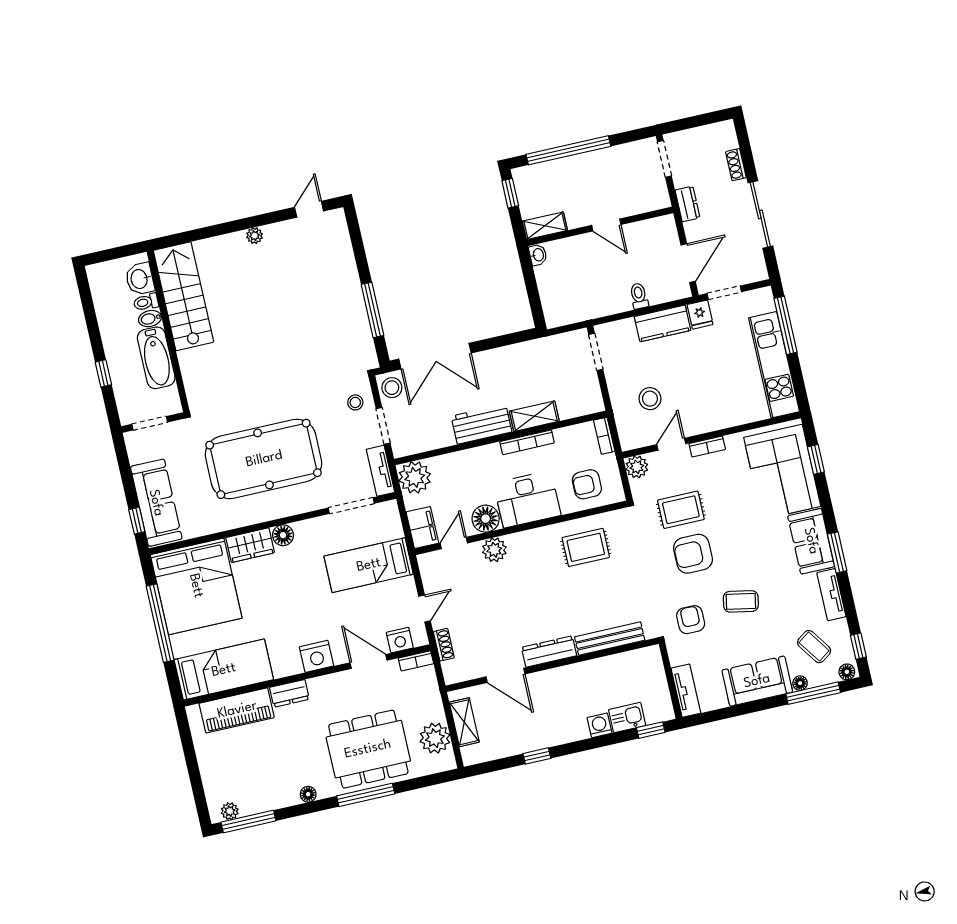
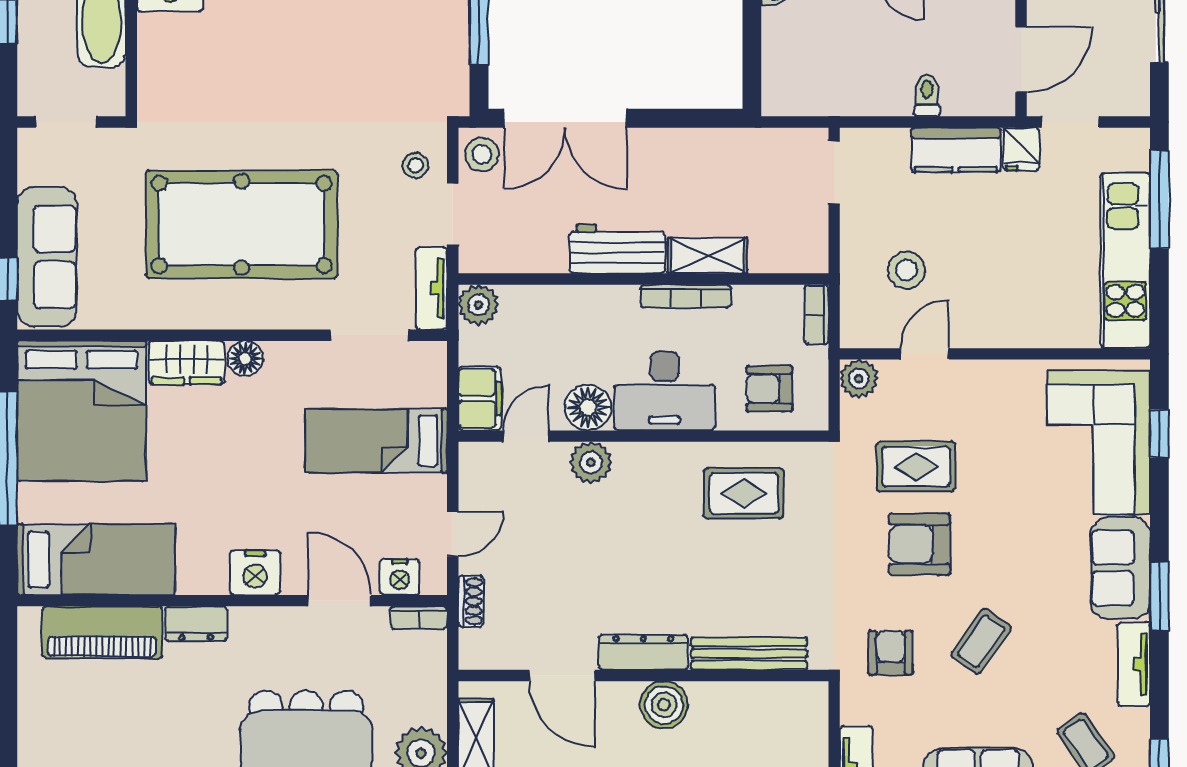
bookcase: (707, 446) -> (984, 371), removed
plant: (415, 477) -> (479, 305), width x0.73, depth x0.73
coffee table: (741, 601) -> (981, 641), turned -66
boiler: (568, 679) -> (664, 705), added

